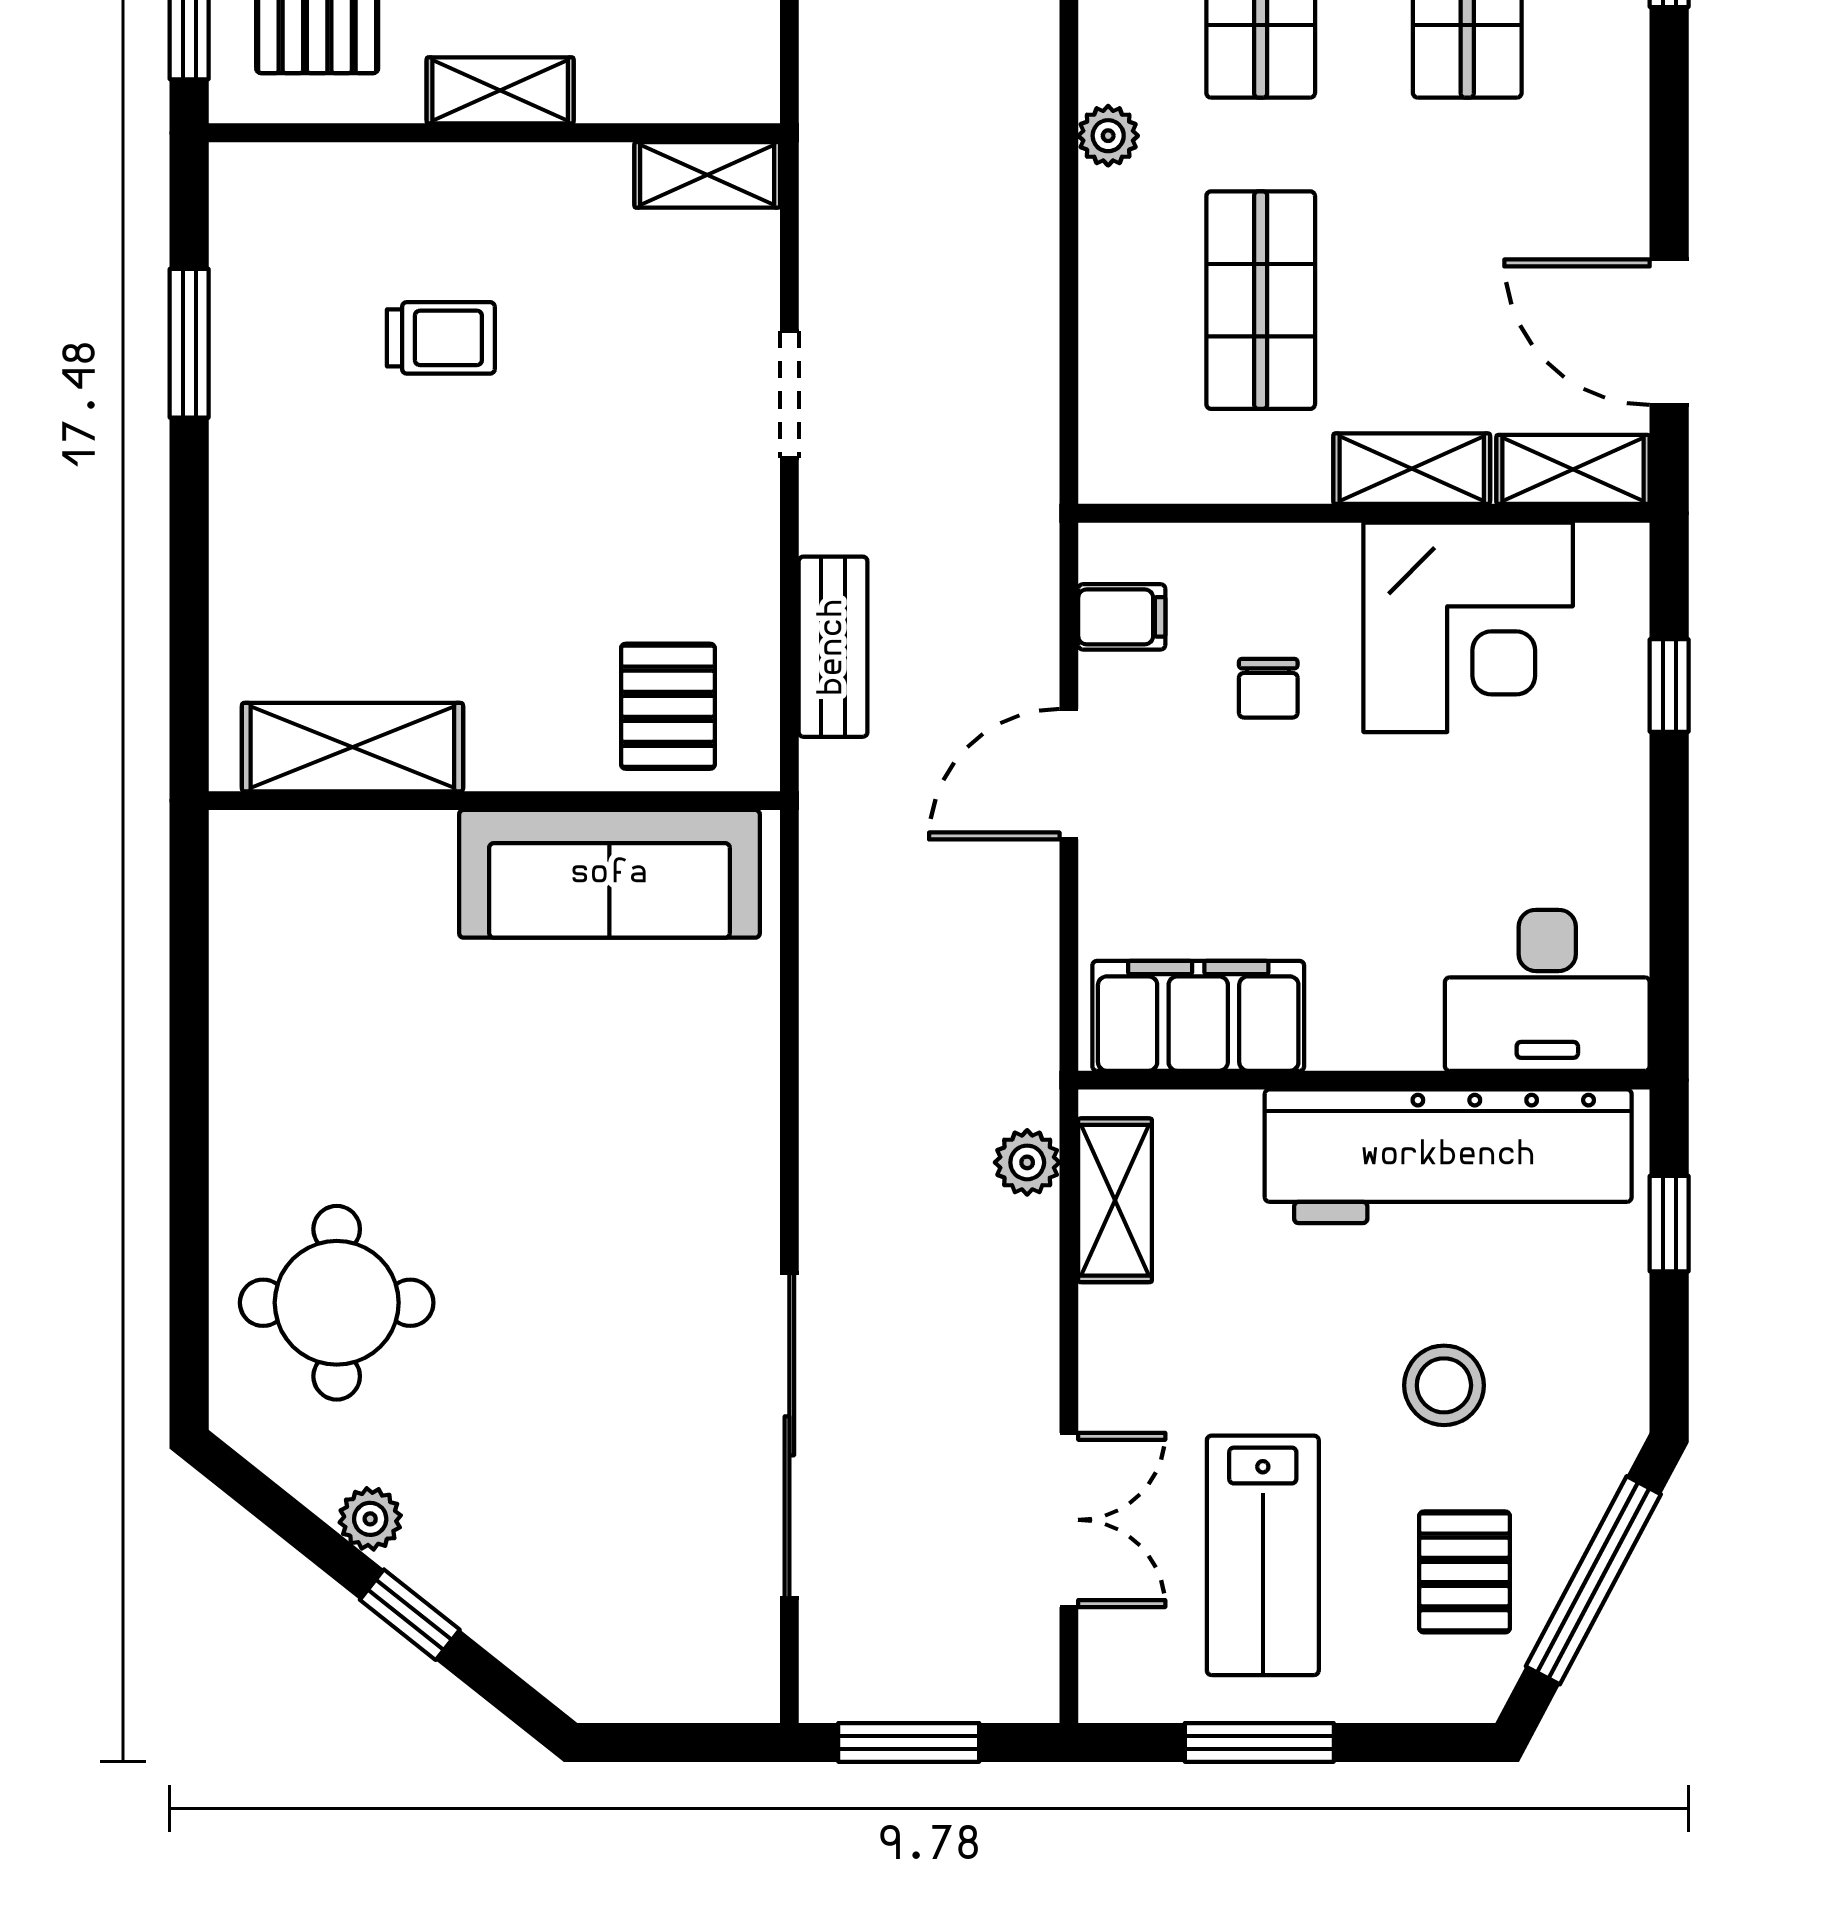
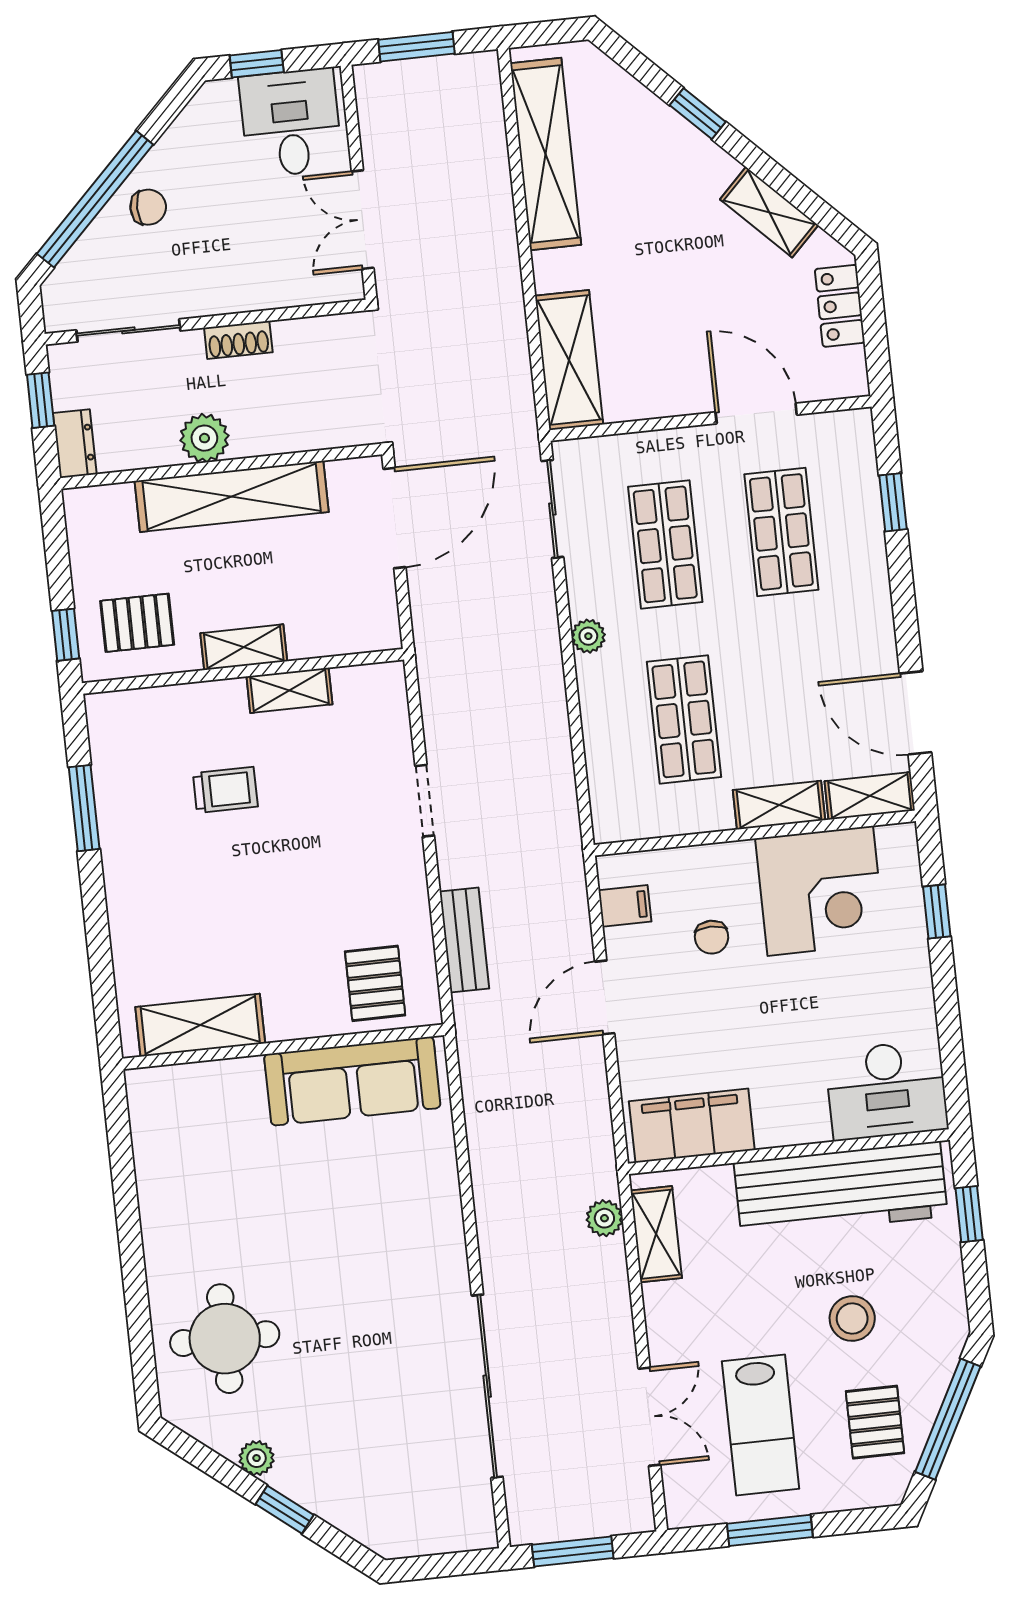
shelving: (707, 175) -> (289, 690), moved

